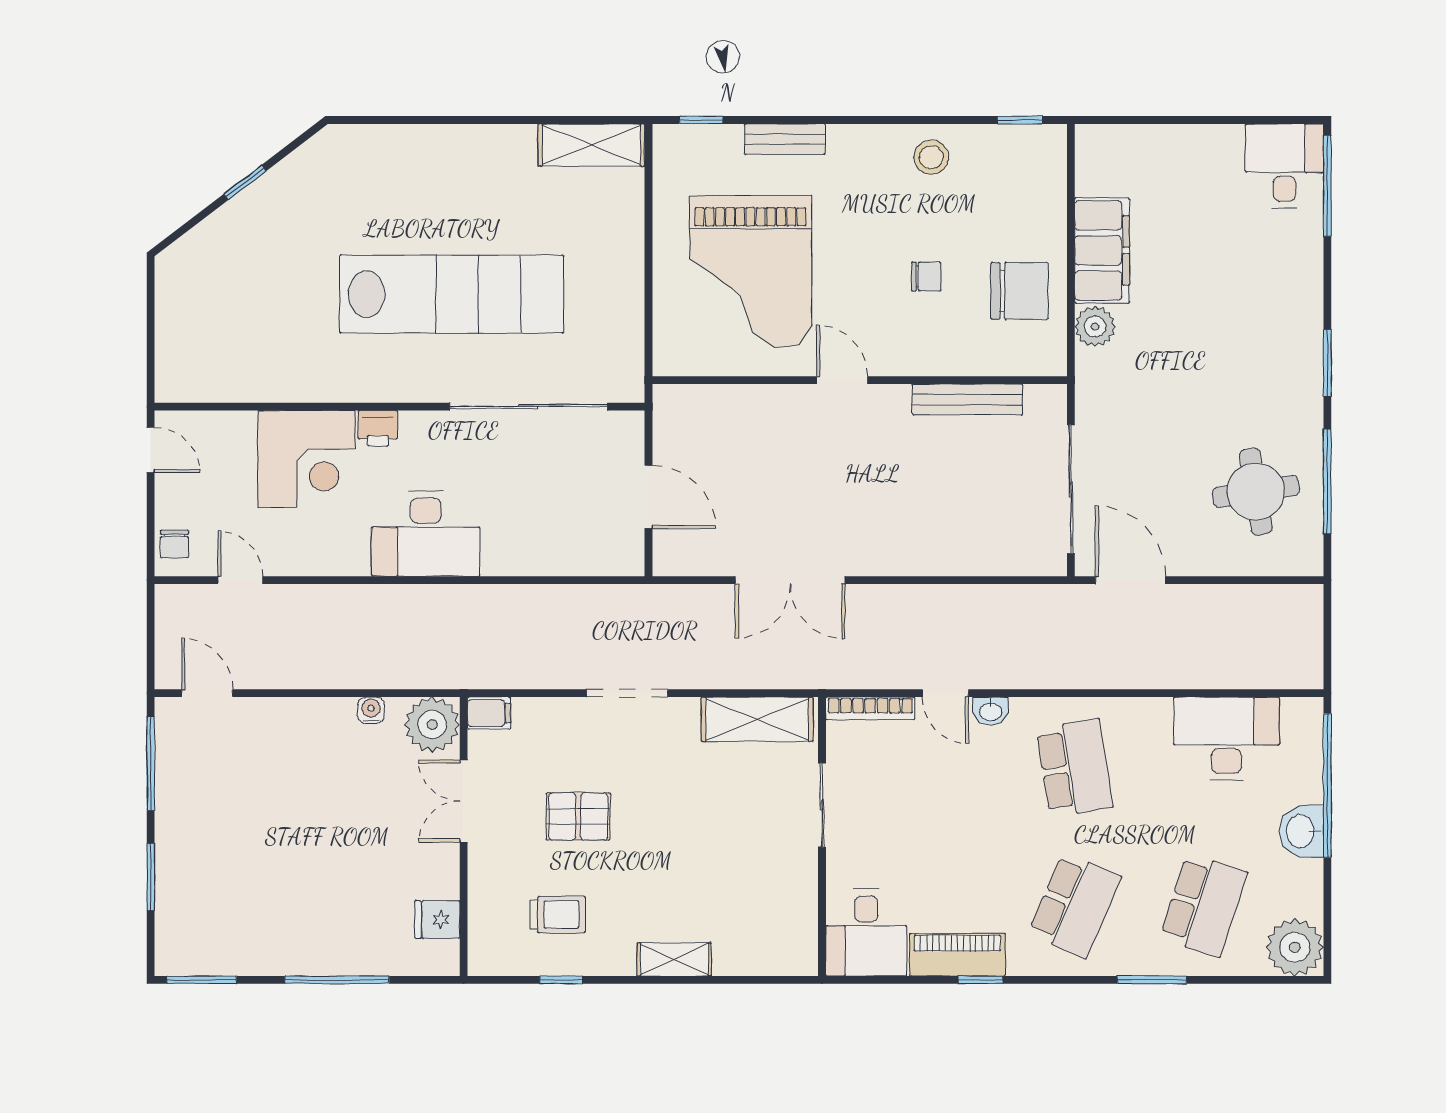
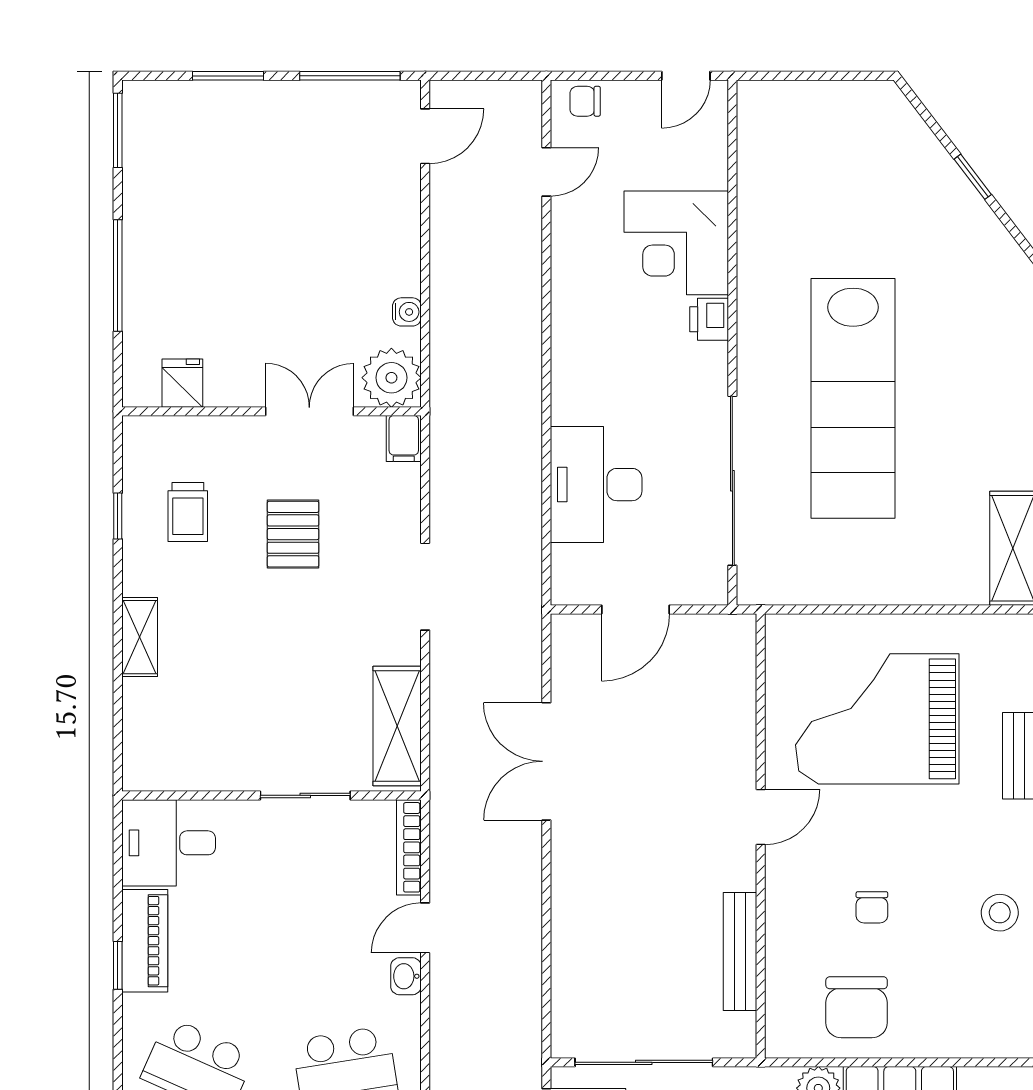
desk: (426, 534) -> (596, 485), moved

